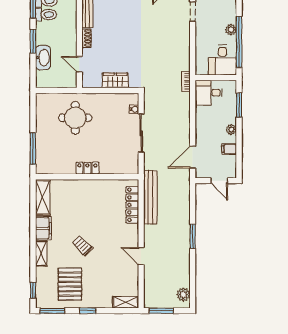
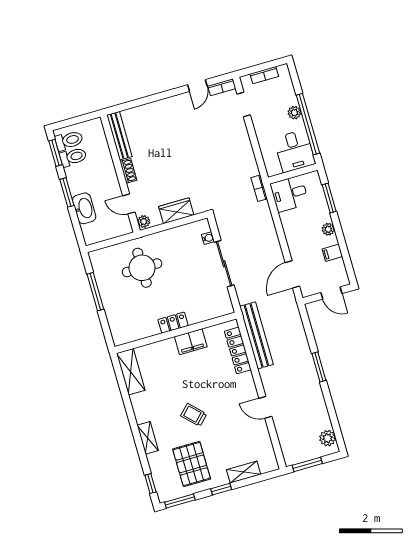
plant: (87, 82) -> (144, 222), added
window: (33, 149) -> (95, 292), moved
filing cabinet: (43, 228) -> (191, 342), moved, turned 90
shelving: (126, 302) -> (244, 472), moved

